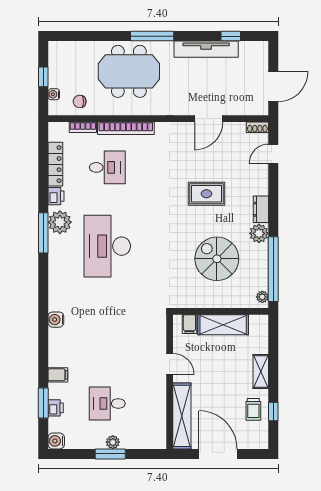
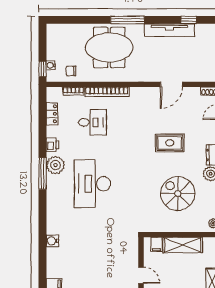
window: (43, 77) -> (43, 69), moved
locker: (55, 164) -> (52, 114), width x0.66

